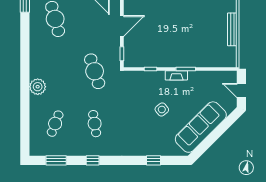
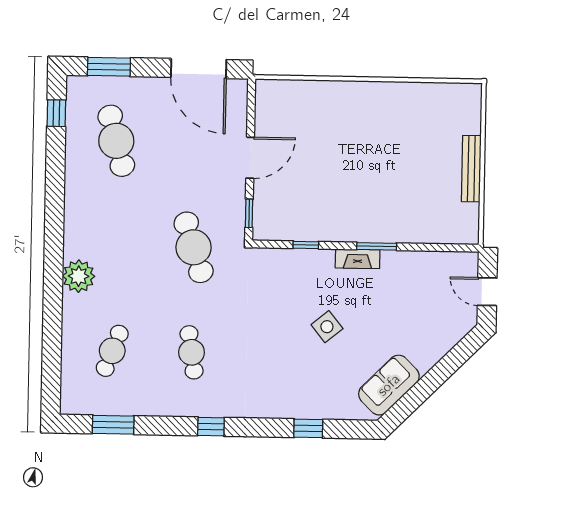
sofa: (201, 127) -> (389, 385), width x0.54, depth x0.79
window: (93, 160) -> (211, 427), moved

